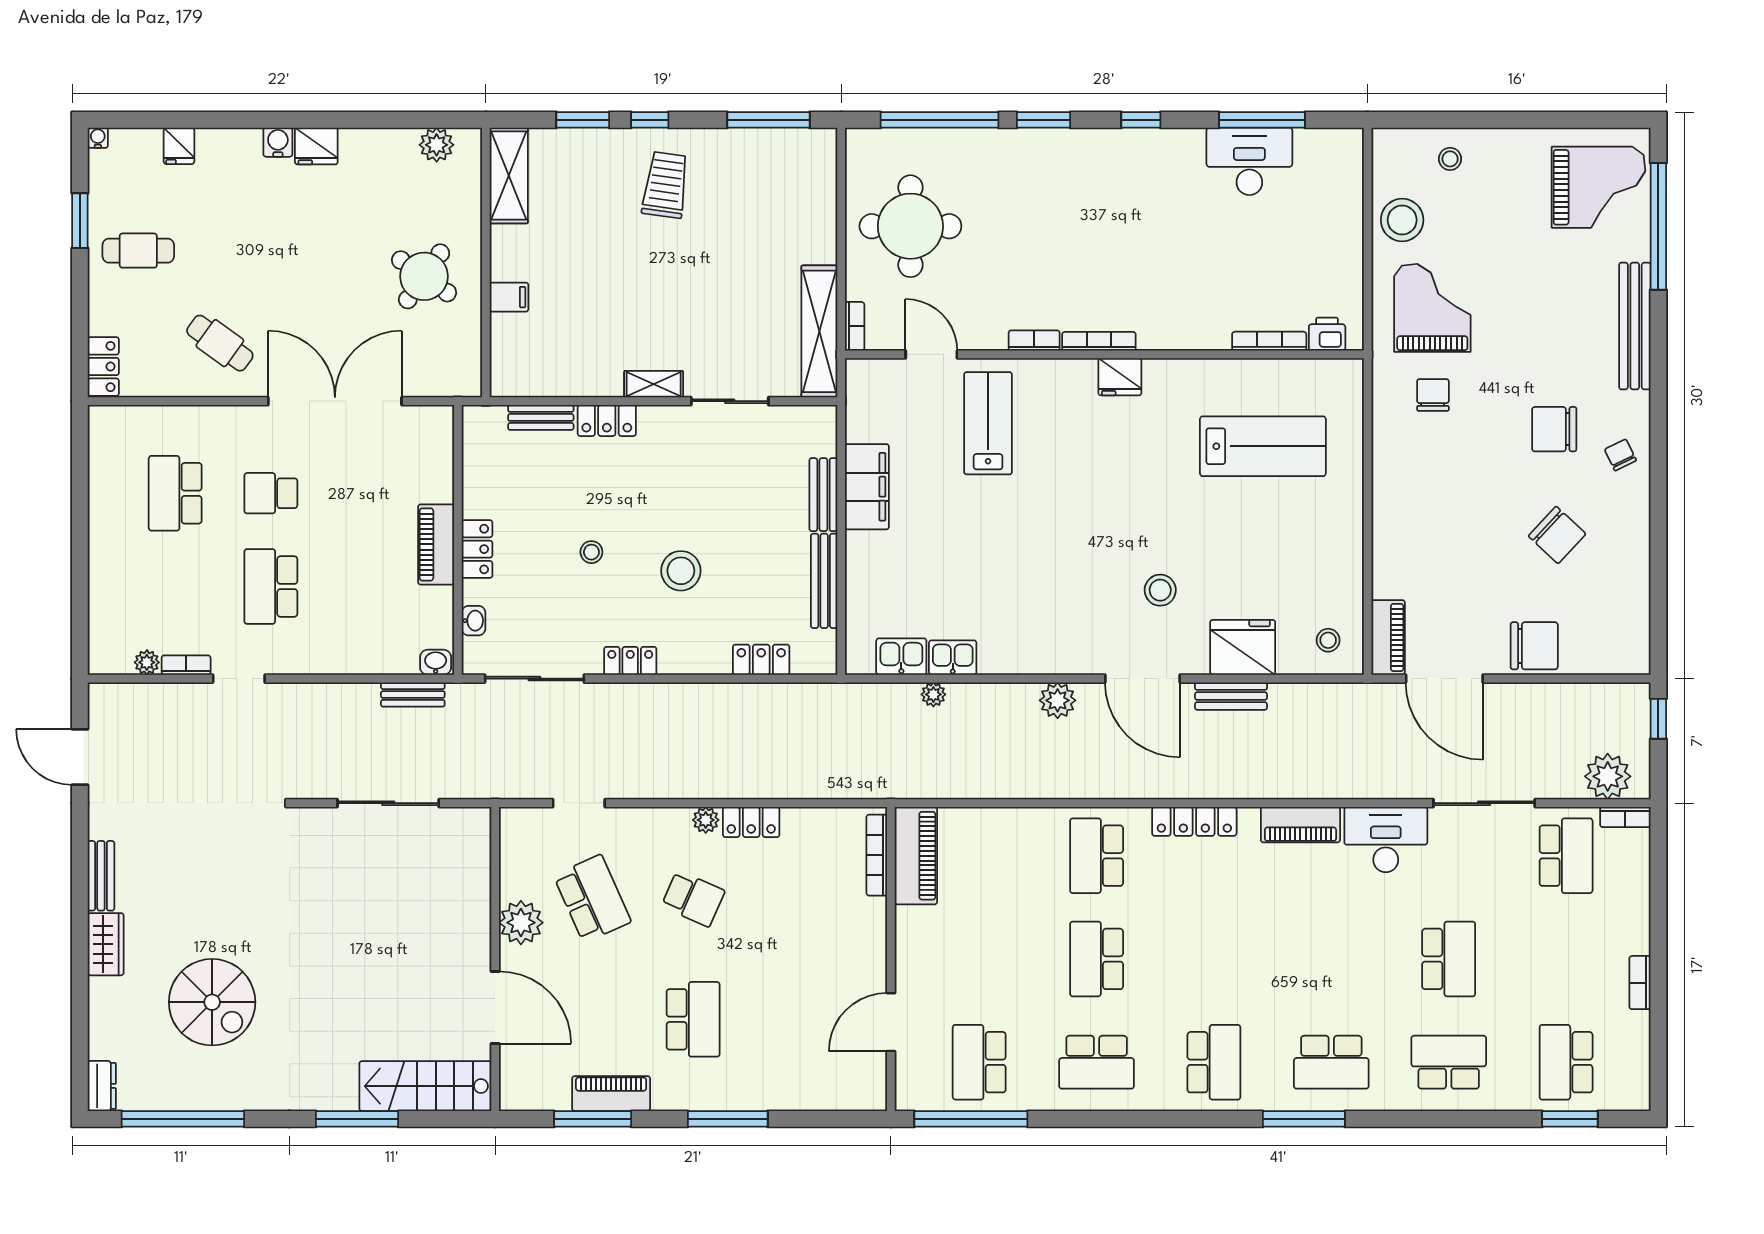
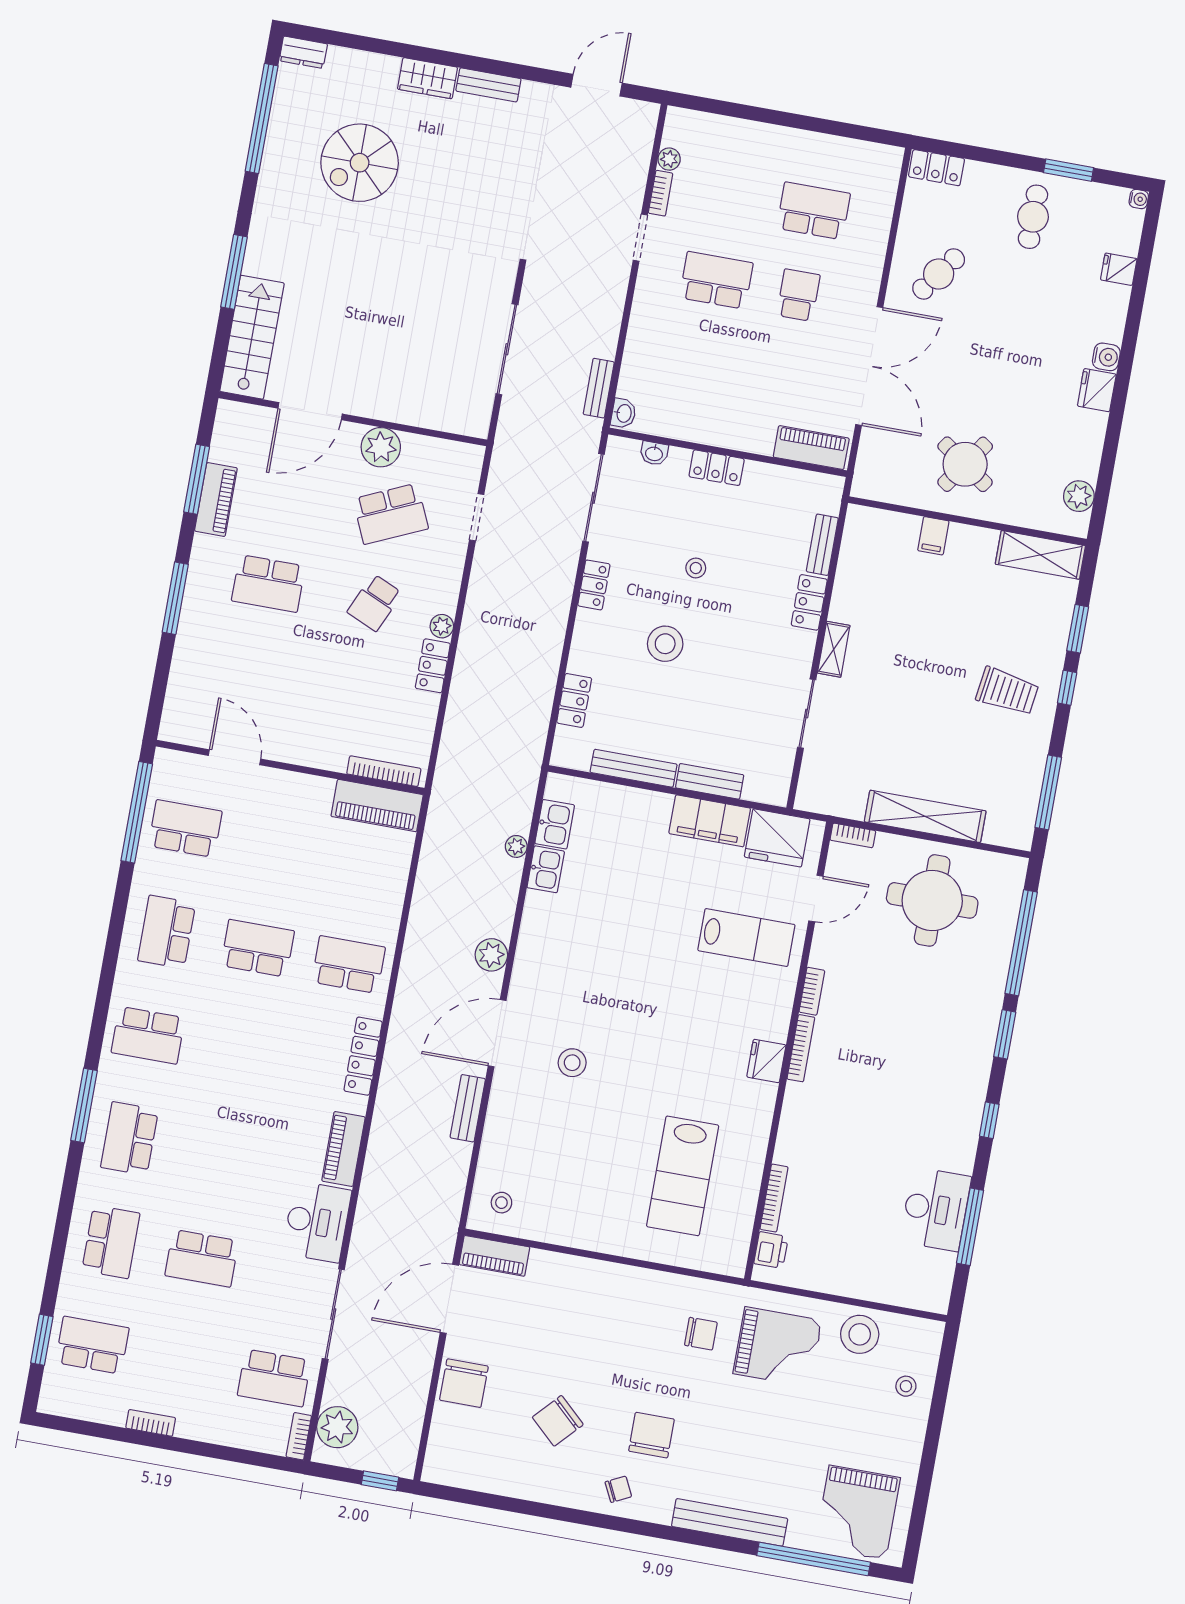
shelving: (819, 331) -> (925, 816), moved
piano: (436, 544) -> (811, 448), moved
fridge: (1243, 647) -> (777, 838), moved, turned 90

